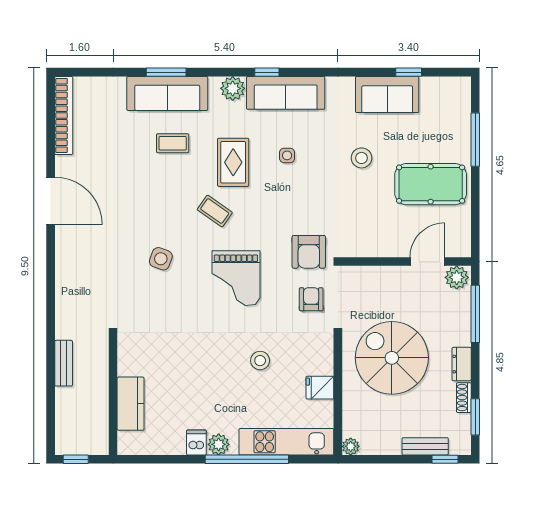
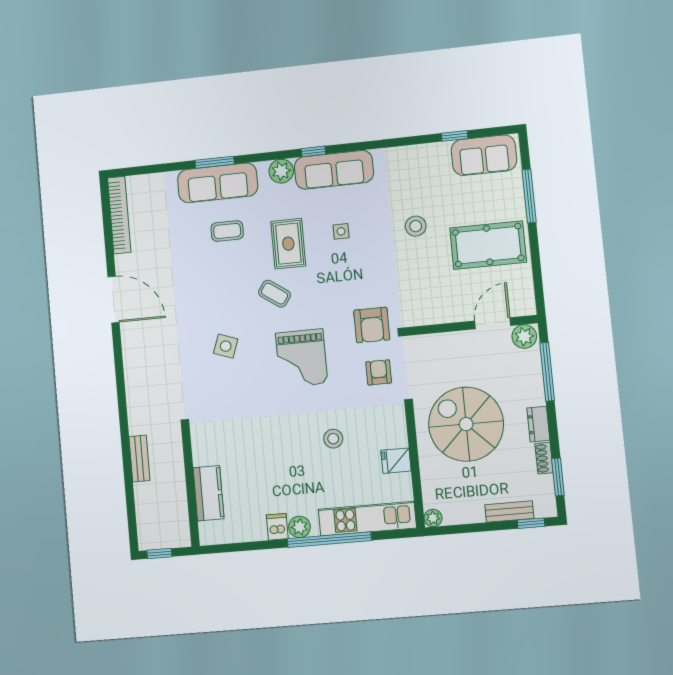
sofa: (387, 94) -> (484, 155), moved

